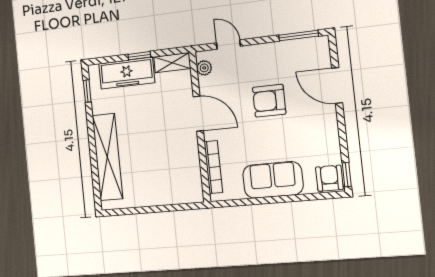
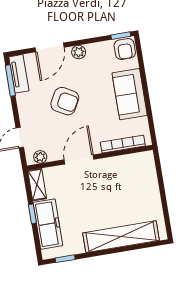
tv unit: (306, 46) -> (19, 74), added
armchair: (269, 101) -> (65, 101), turned -61
plant: (329, 121) -> (79, 52), added
armchair: (329, 178) -> (125, 49), turned -90

